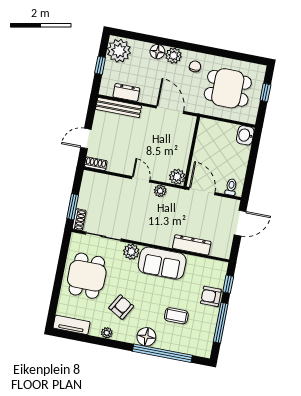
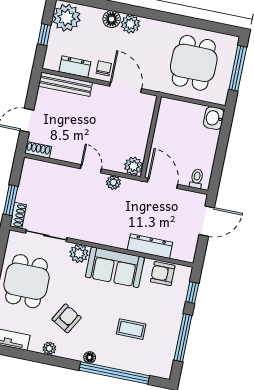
chair: (195, 66) -> (104, 68), moved
dining table: (228, 88) -> (194, 63), turned 90
window: (265, 92) -> (238, 68), width x2.17
armchair: (211, 296) -> (163, 274), moved
floor lamp: (146, 337) -> (90, 357), width x0.53, depth x0.53

